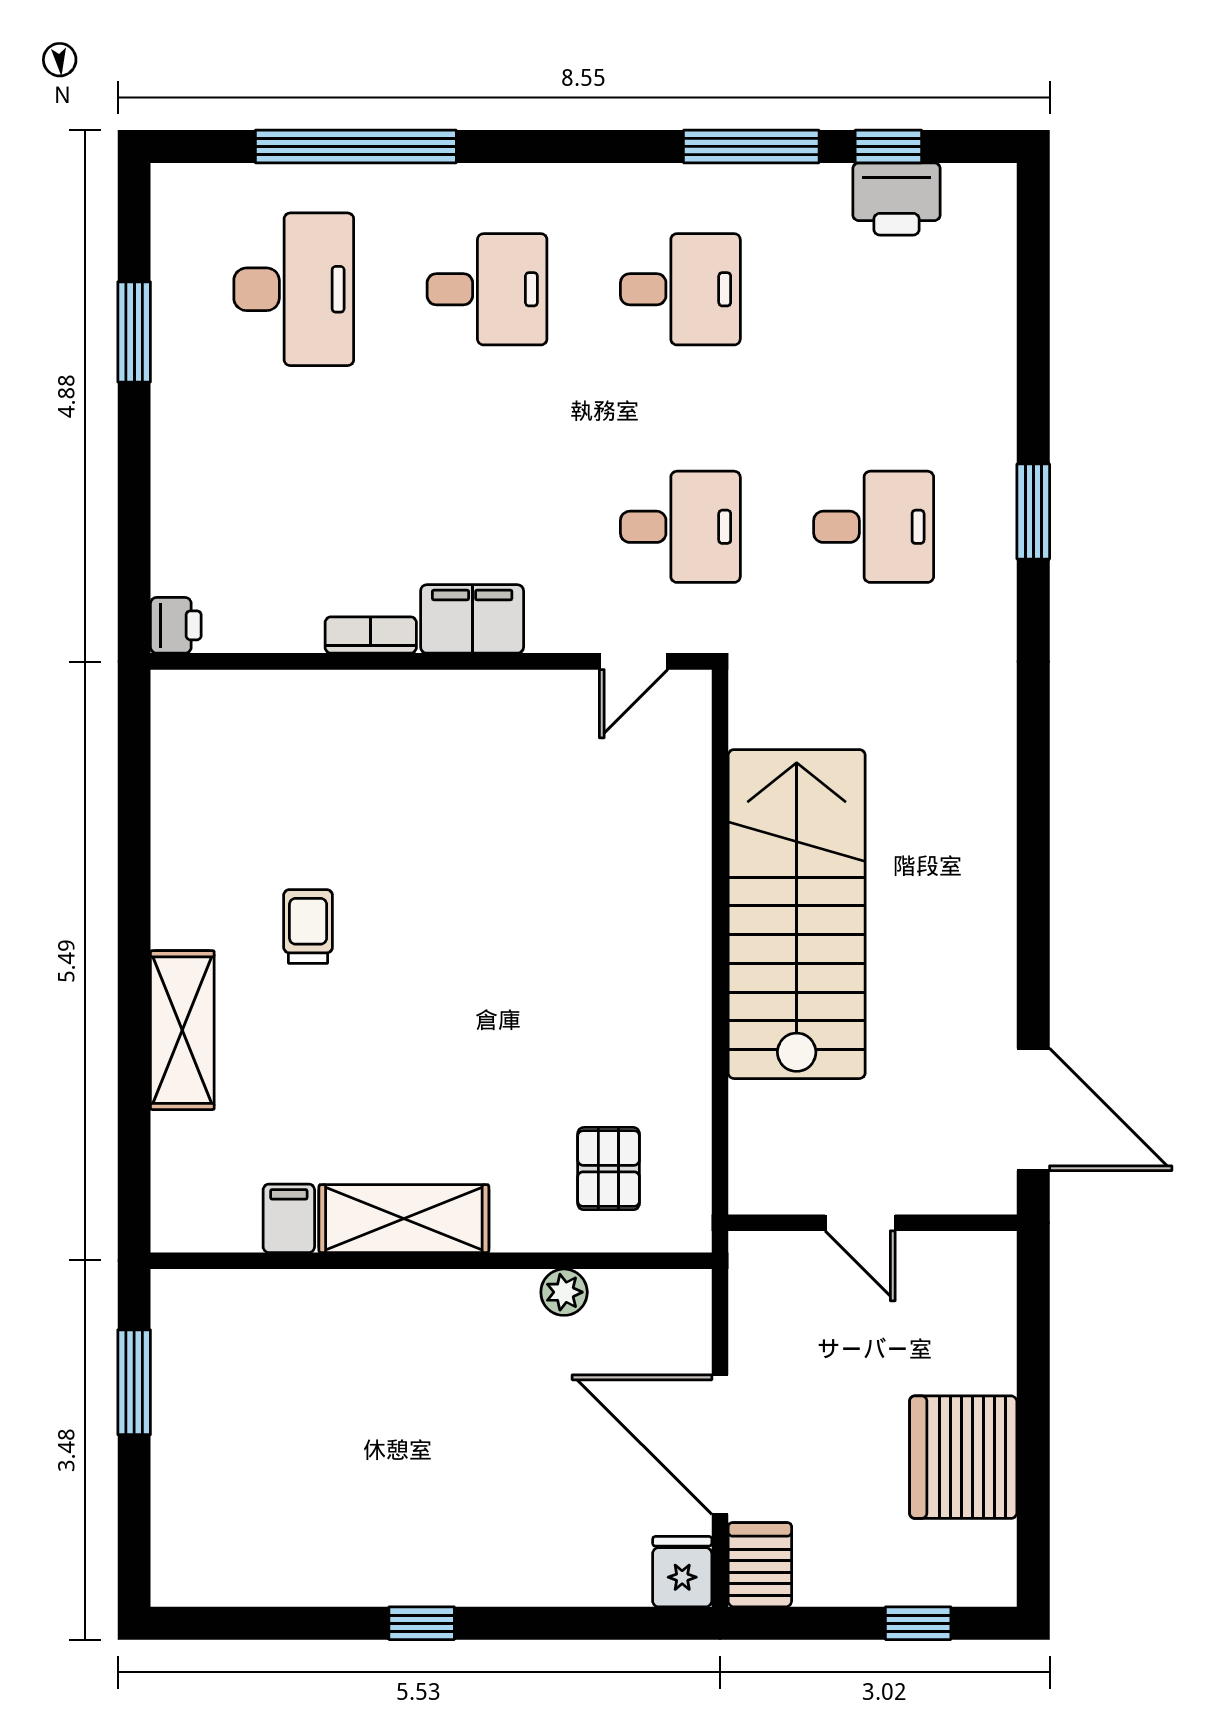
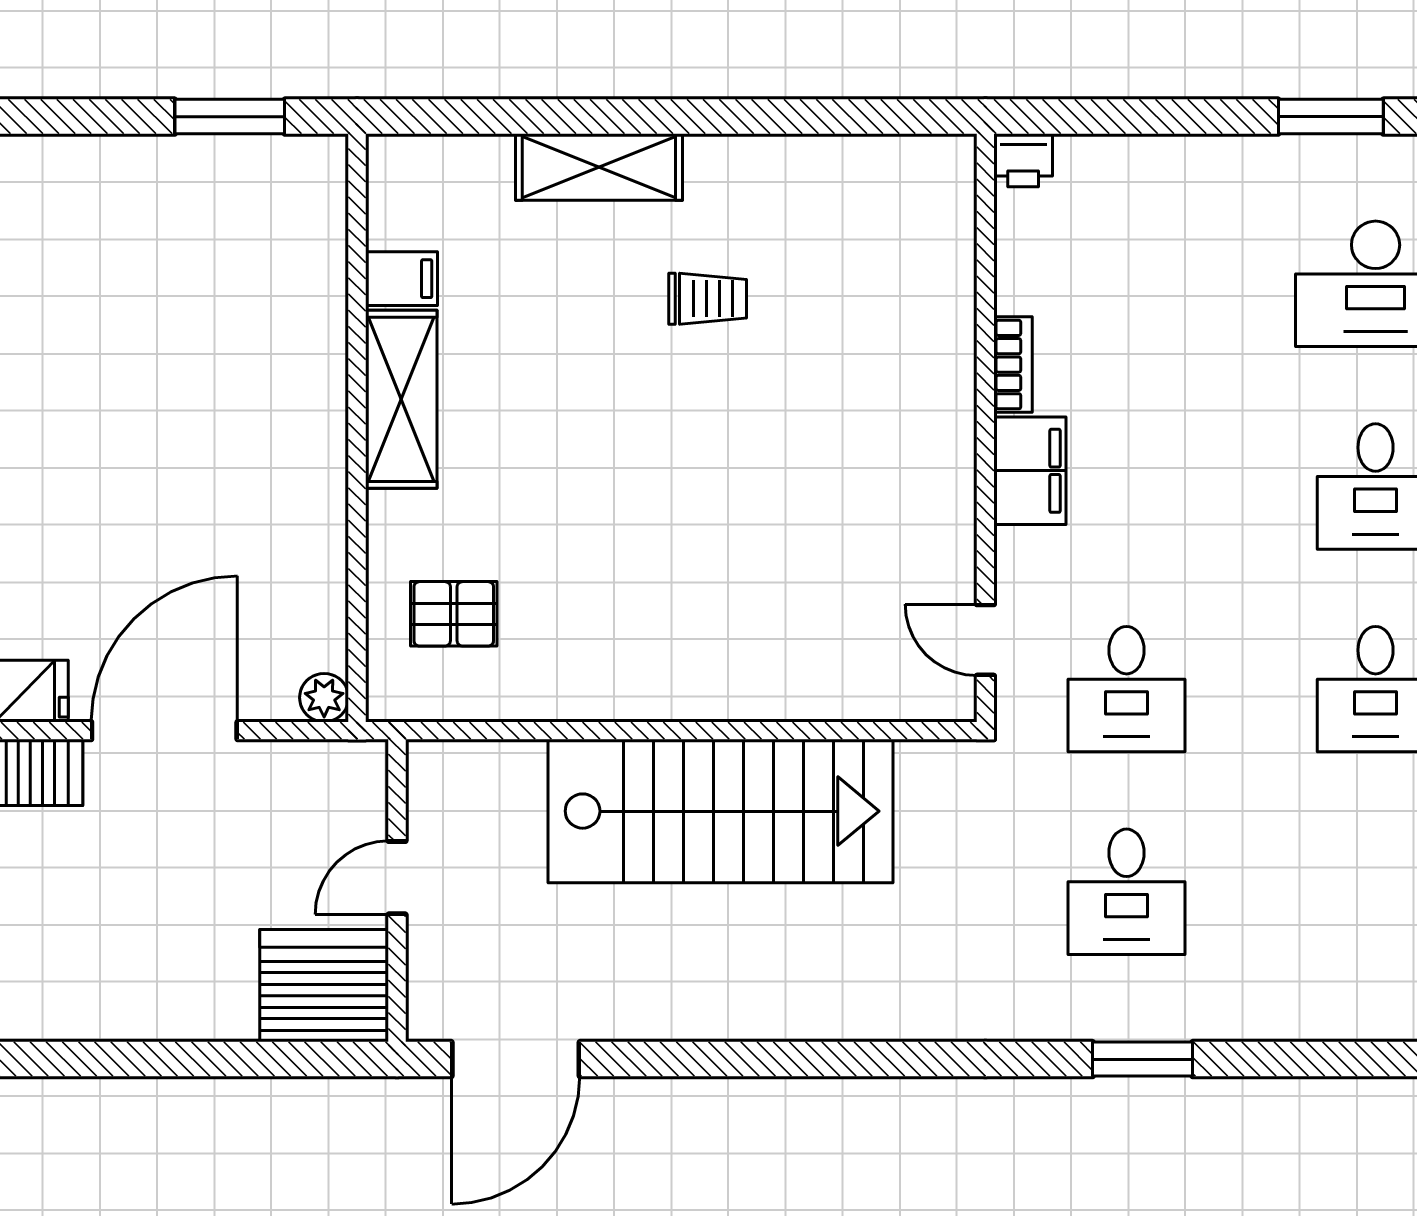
plant: (564, 1292) -> (324, 698), moved
server rack: (963, 1457) -> (324, 986), moved

